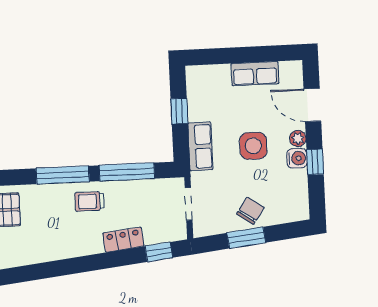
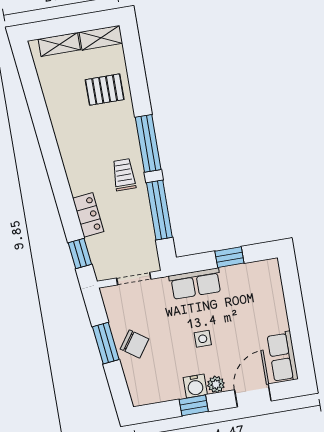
row of seats: (255, 74) -> (283, 357), moved
side table: (253, 146) -> (203, 339), width x0.54, depth x0.54

